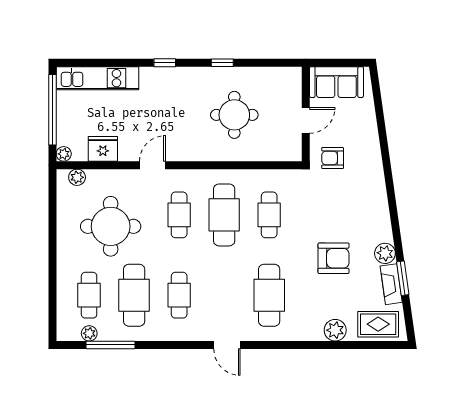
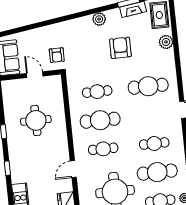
door: (152, 165) -> (73, 169), hinge flipped
plant: (385, 253) -> (99, 19), moved

